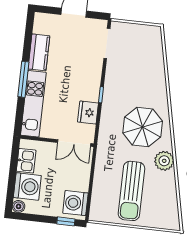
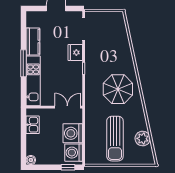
fridge: (88, 112) -> (75, 52), moved
double door: (74, 143) -> (67, 107), swing flipped
plant: (164, 161) -> (143, 139), moved
washing machine: (27, 186) -> (73, 133), moved, turned 180

